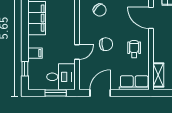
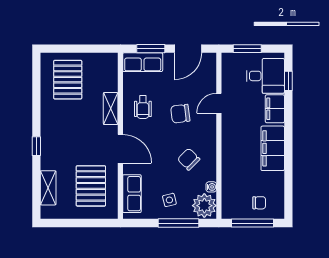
filing cabinet: (35, 53) -> (275, 109), width x2.00
shelving: (158, 75) -> (111, 109), moved
desk: (61, 77) -> (265, 76), moved, turned 180
window: (128, 93) -> (151, 49), added

